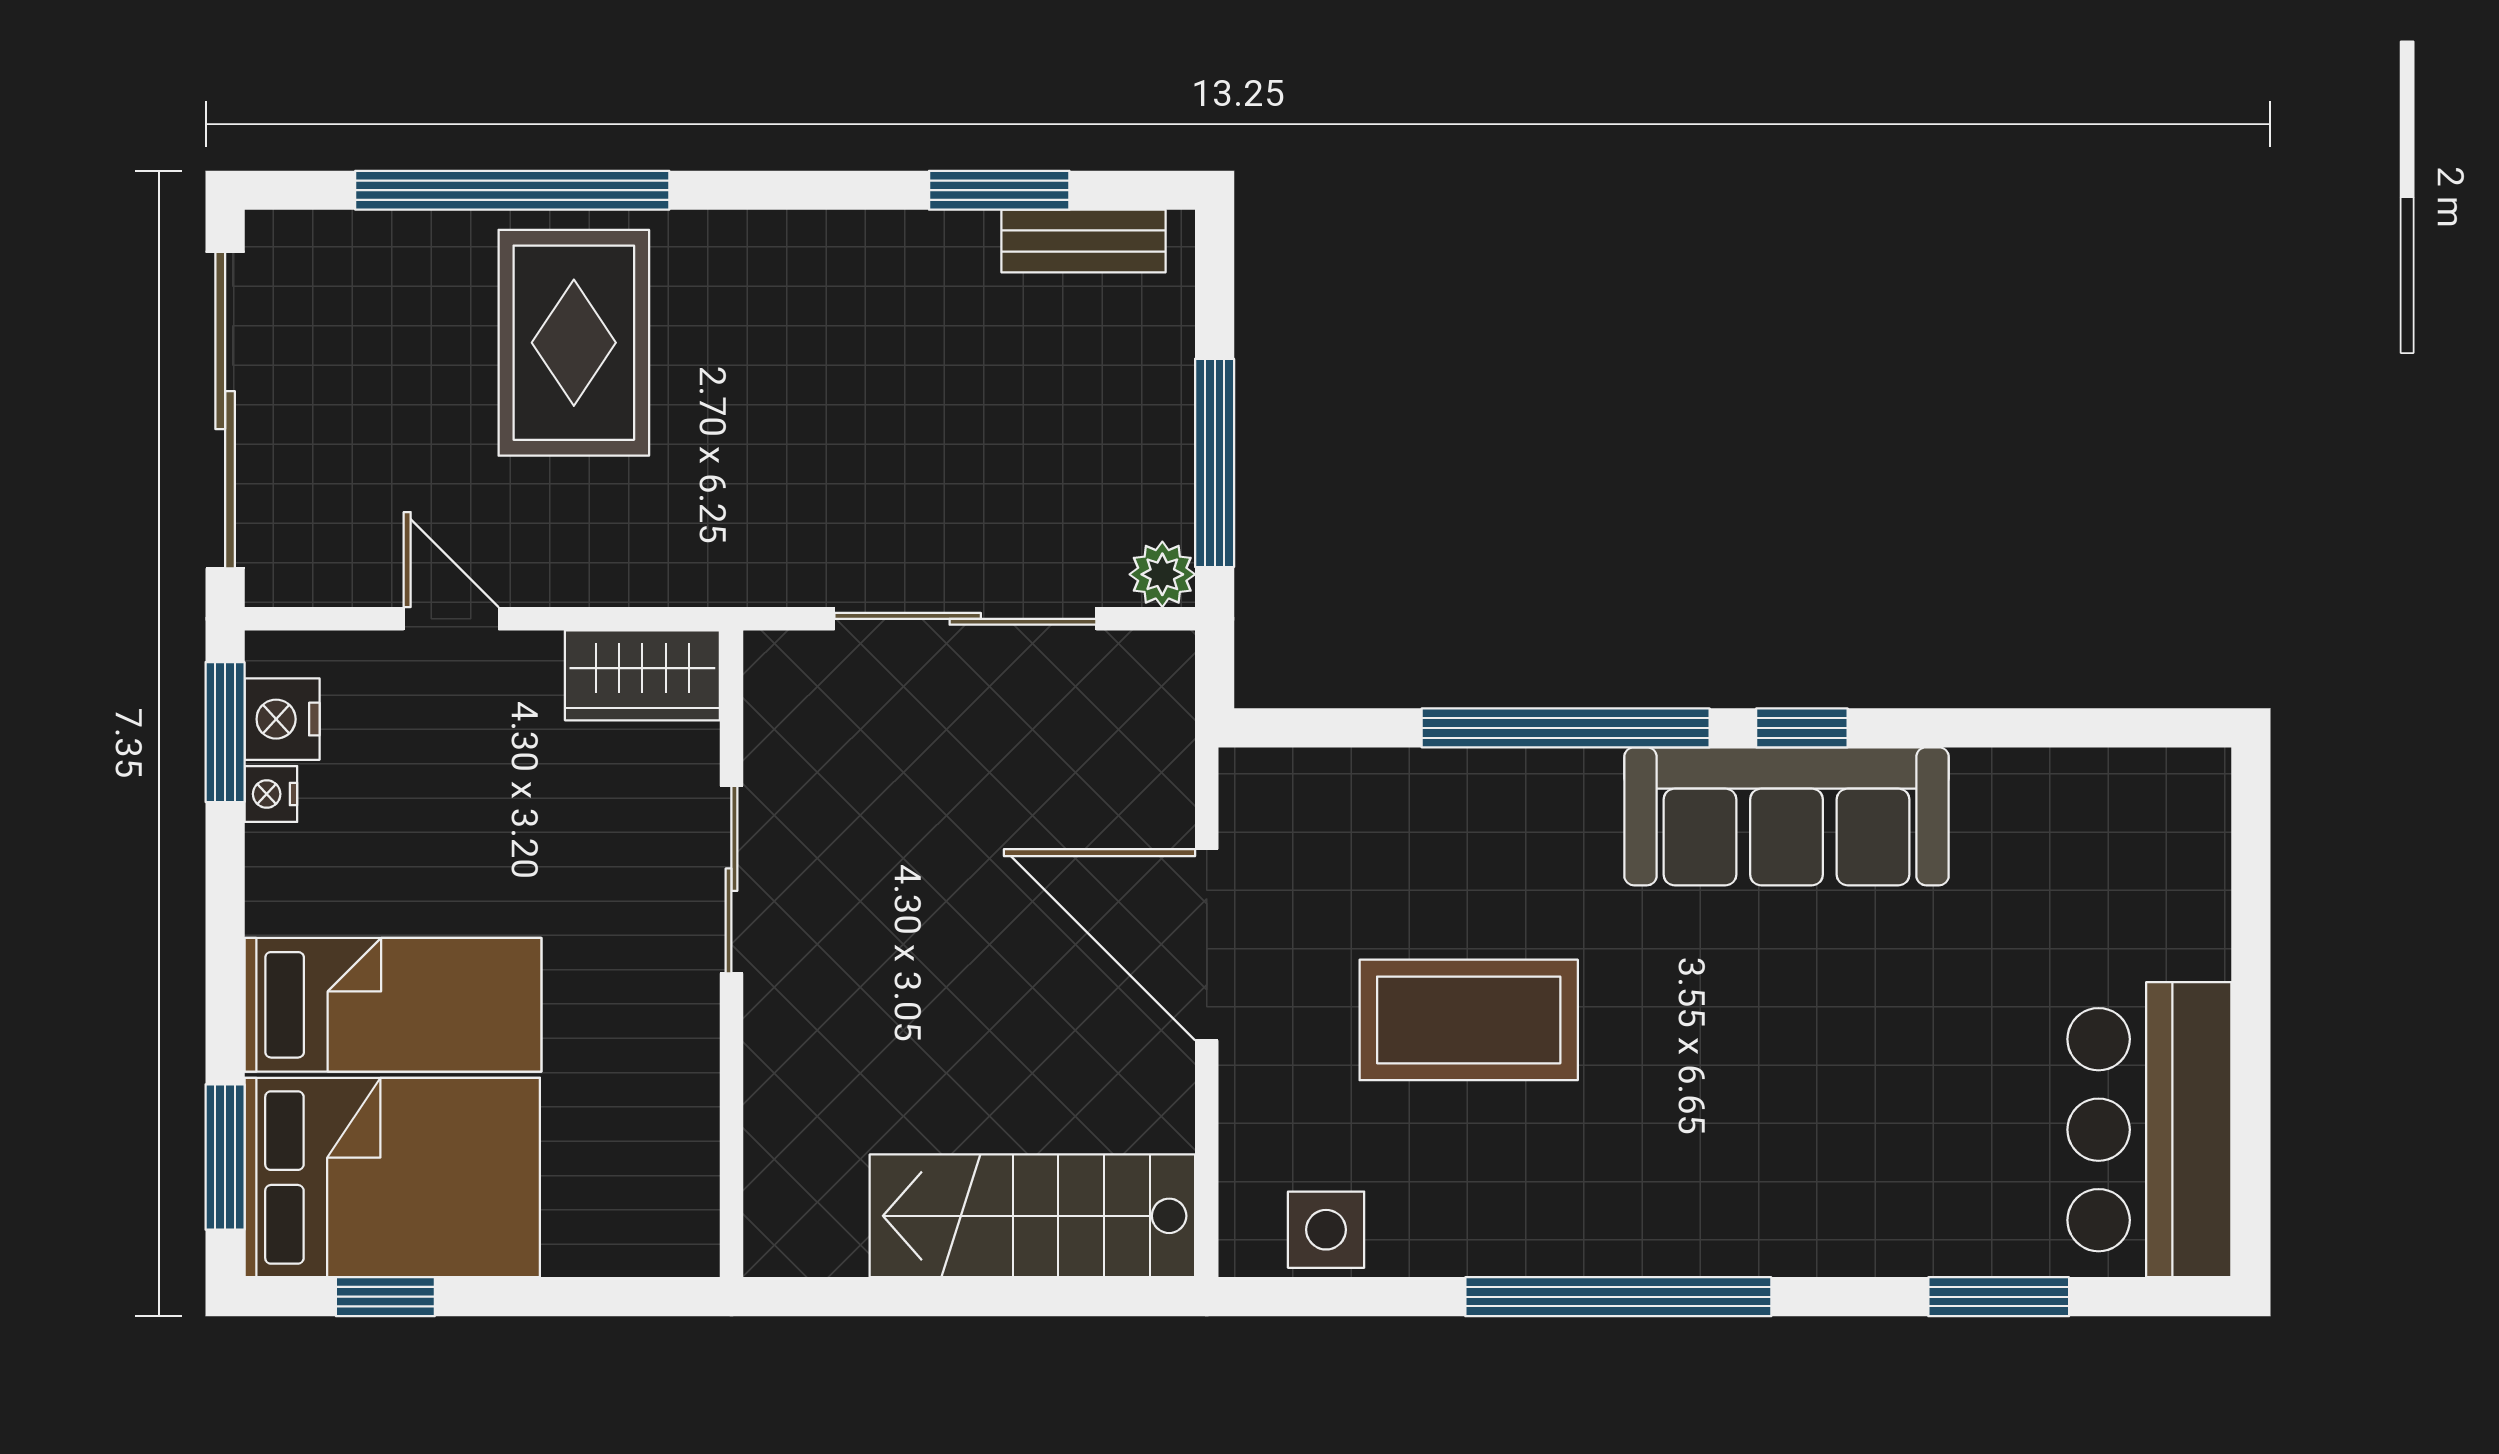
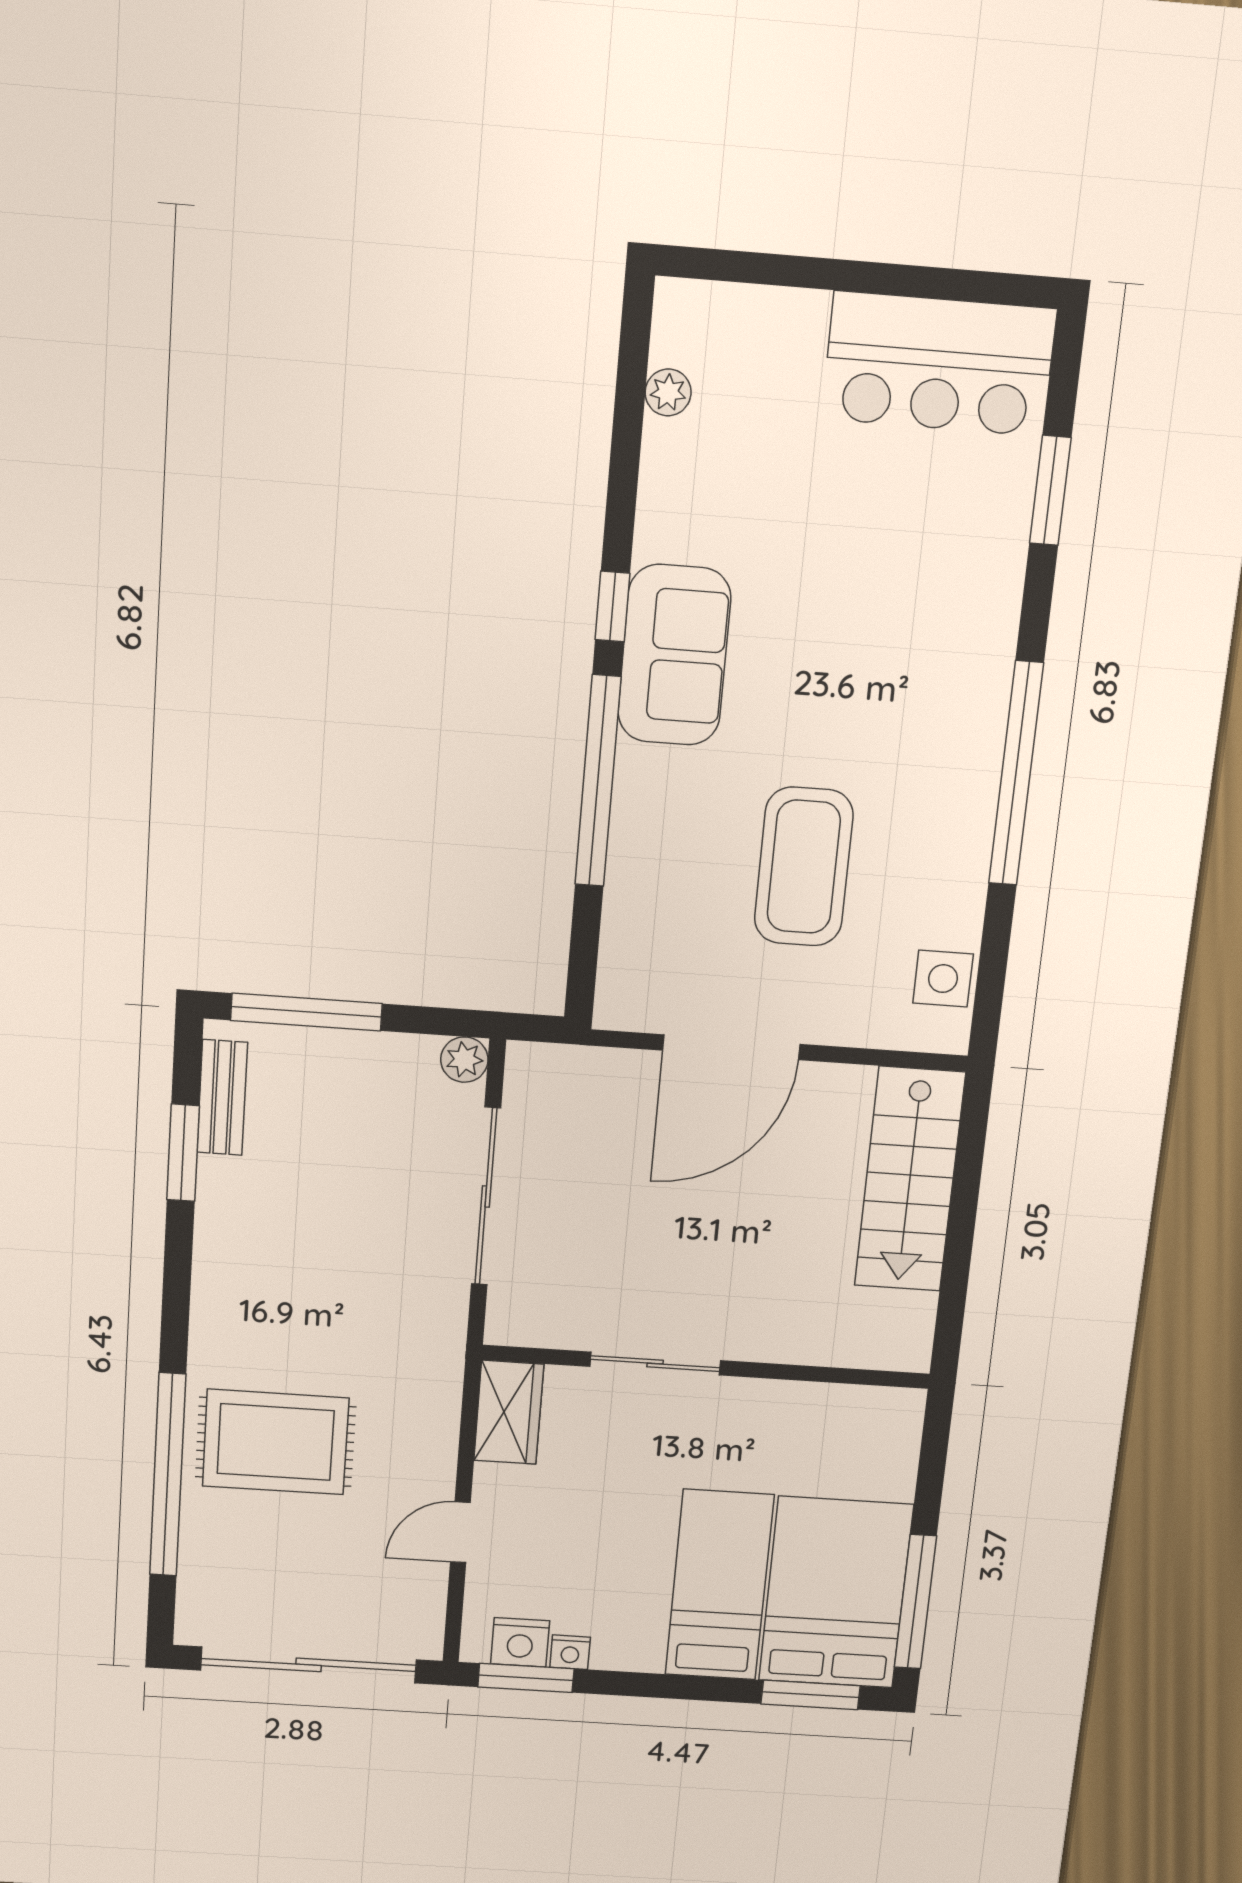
window: (1215, 463) -> (306, 1012), moved
plant: (2085, 777) -> (668, 392), added
sofa: (1786, 816) -> (674, 655), width x0.73
window: (385, 1297) -> (915, 1602), width x2.17

